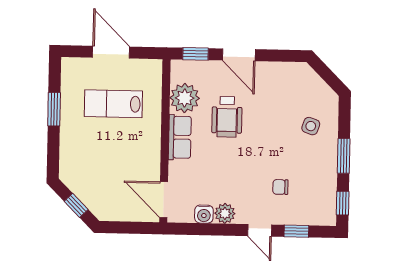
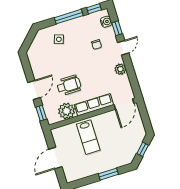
lab bench: (113, 104) -> (88, 137), moved
window: (54, 109) -> (108, 174), moved
row of seats: (180, 137) -> (94, 105), width x1.48
window: (344, 156) -> (69, 17), width x1.44
water cooler: (204, 214) -> (106, 22), moved

